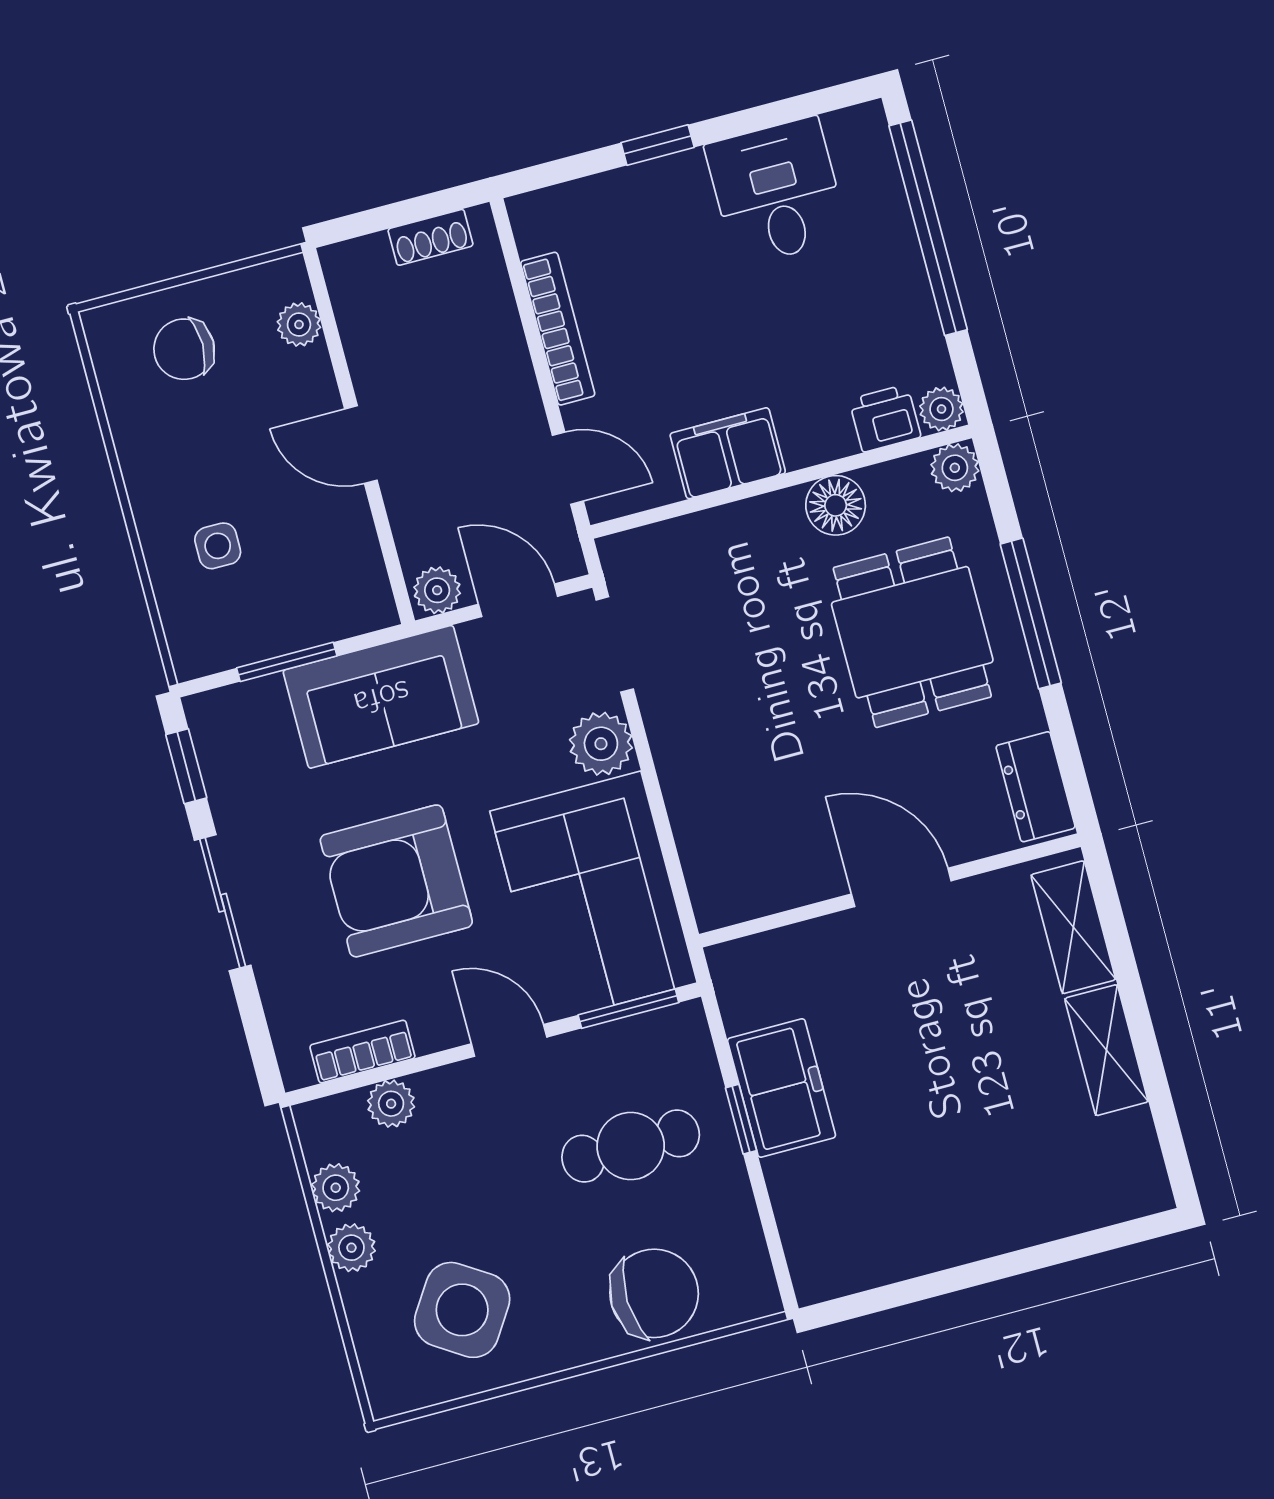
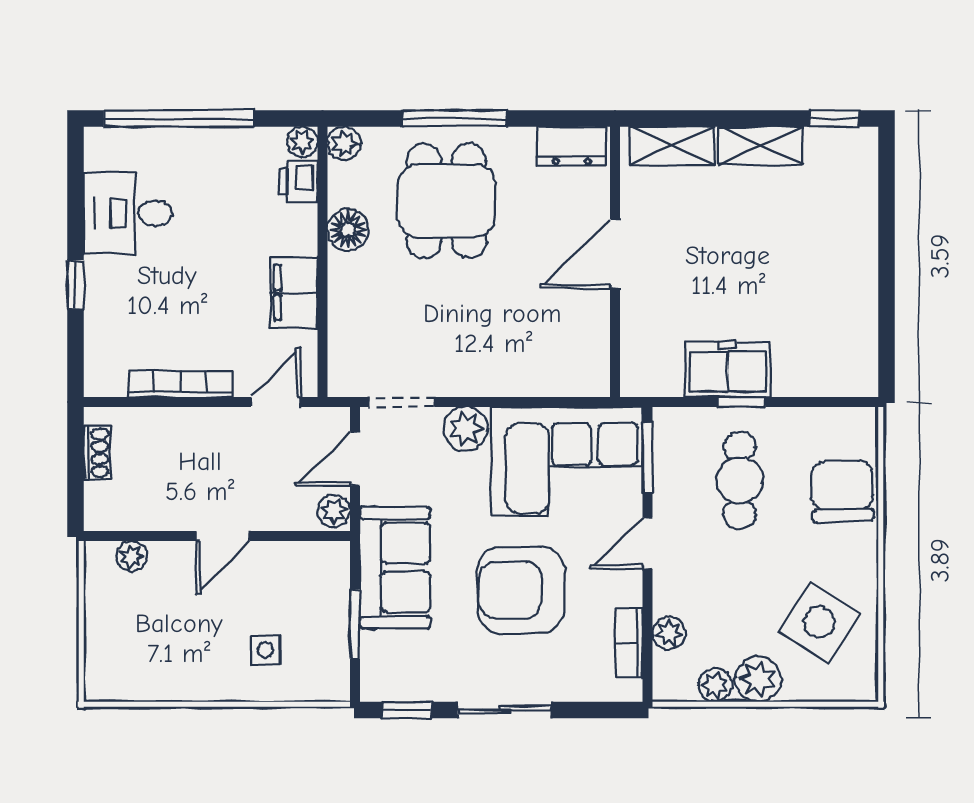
chair: (184, 349) -> (128, 637), removed
dining table: (912, 632) -> (446, 201), turned 90
armchair: (396, 881) -> (521, 590), turned 90
window: (1172, 1144) -> (834, 119), added
plant: (351, 1248) -> (758, 679), width x1.38, depth x1.38

